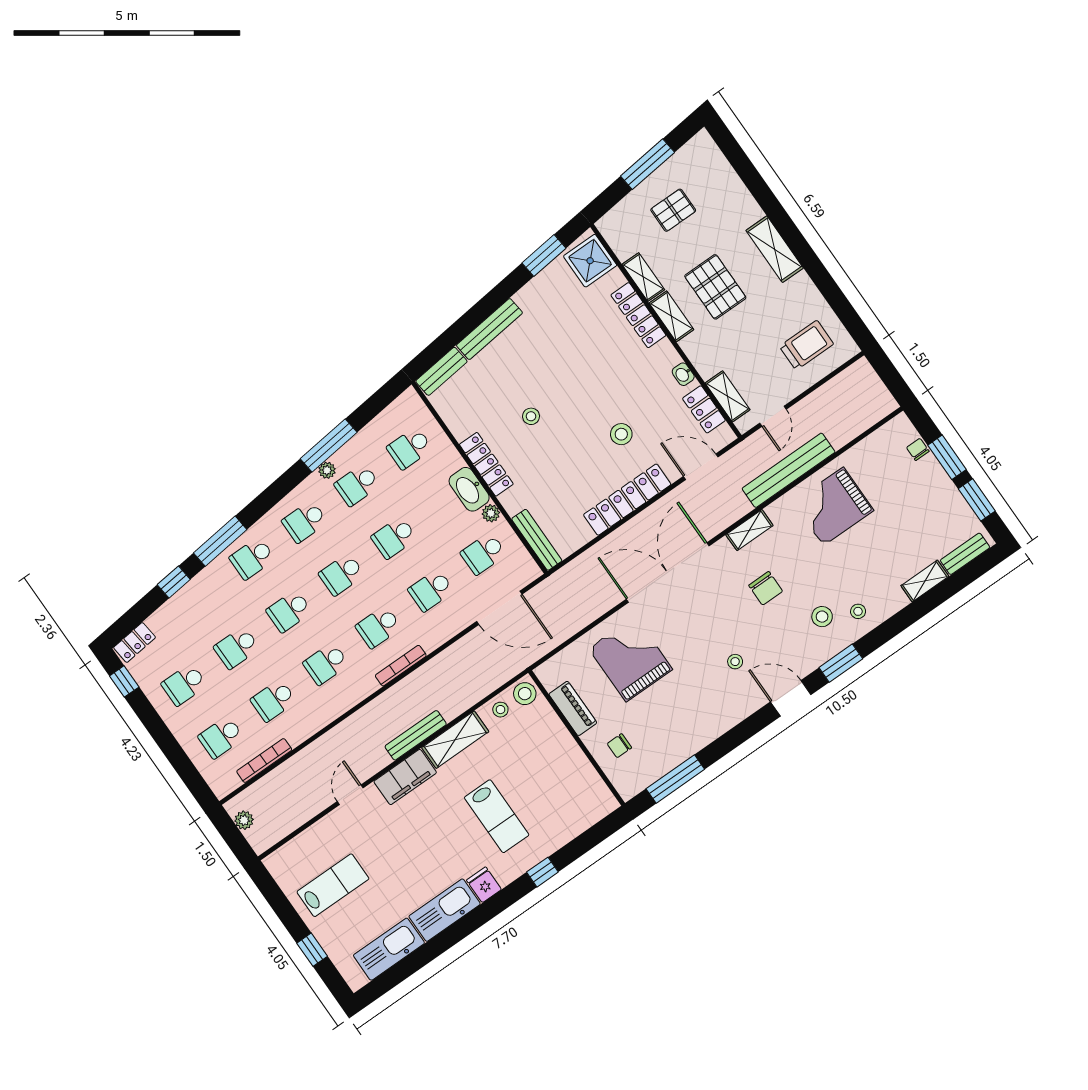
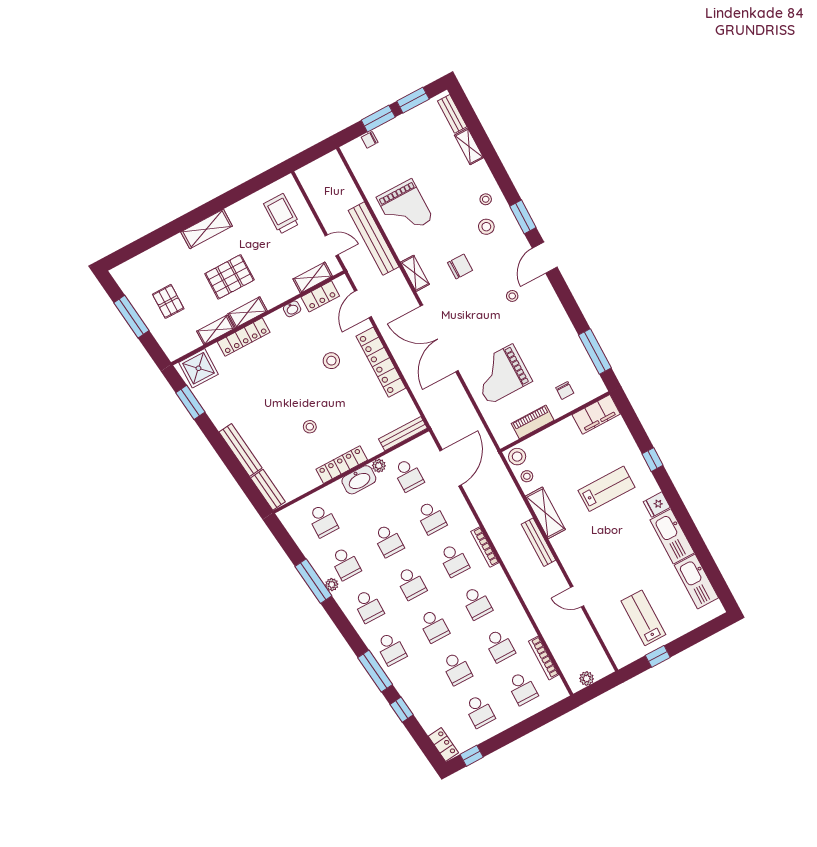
filing cabinet: (405, 777) -> (596, 414), moved, turned 90
window: (312, 950) -> (658, 656), moved

